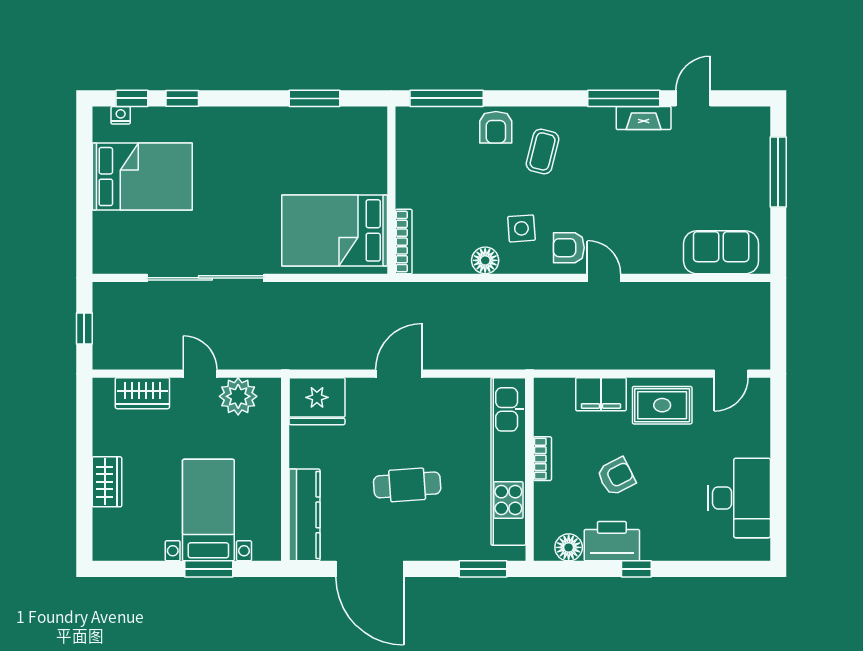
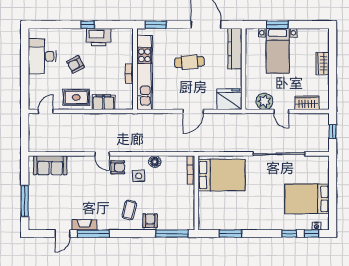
armchair: (616, 476) -> (75, 64), moved
floor lamp: (569, 547) -> (118, 34), removed

